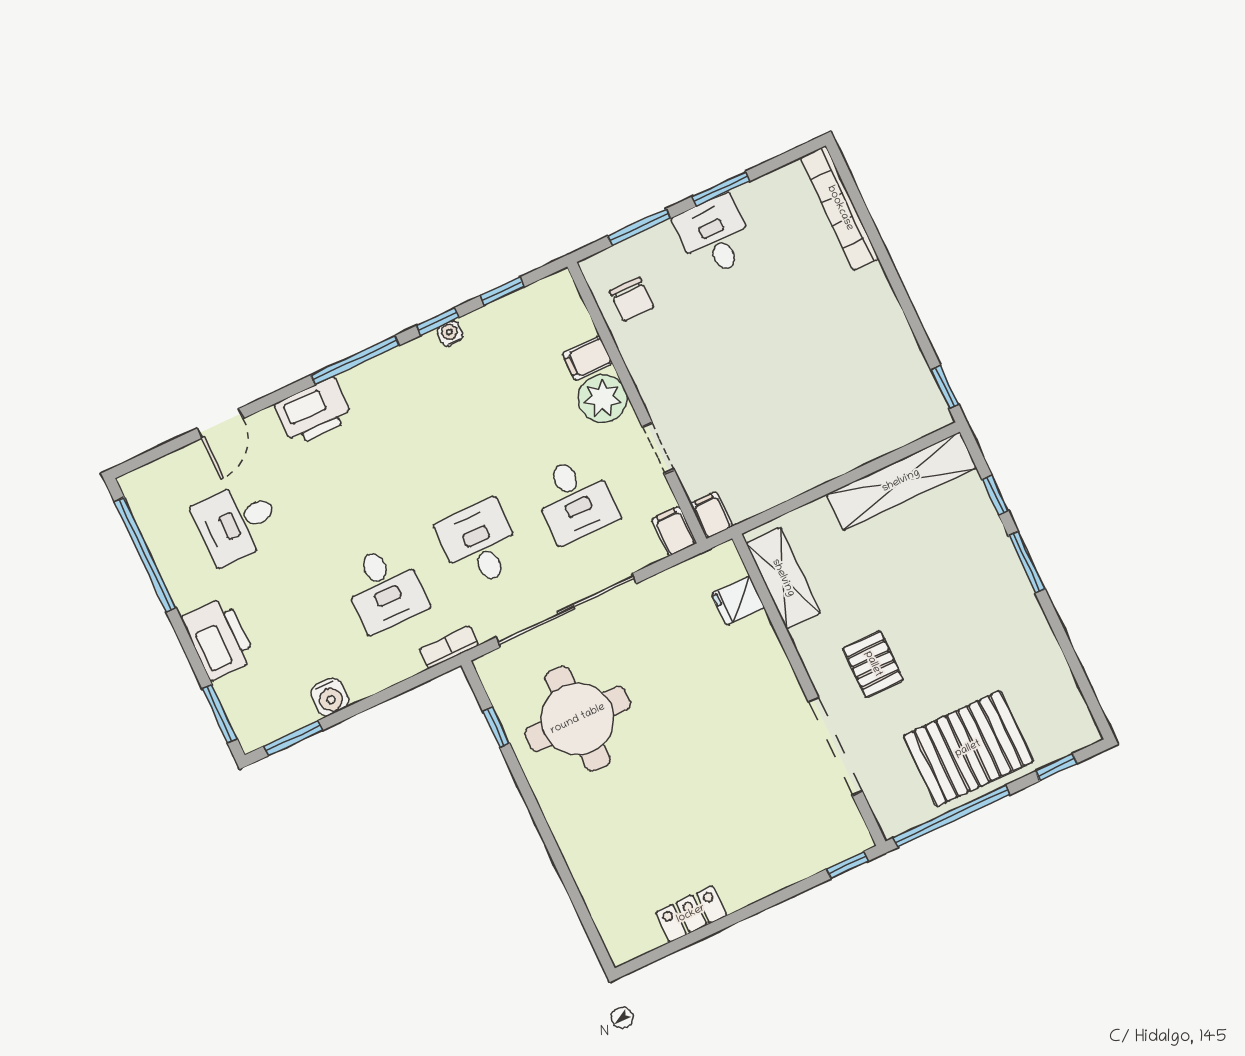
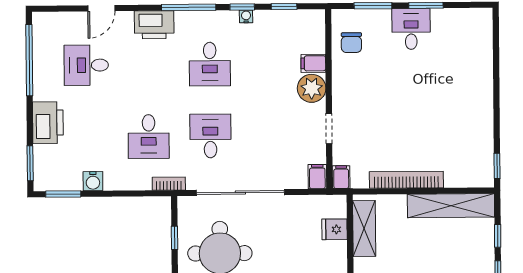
bookcase: (840, 208) -> (406, 180), moved, turned 90
desk: (575, 499) -> (210, 64), moved

